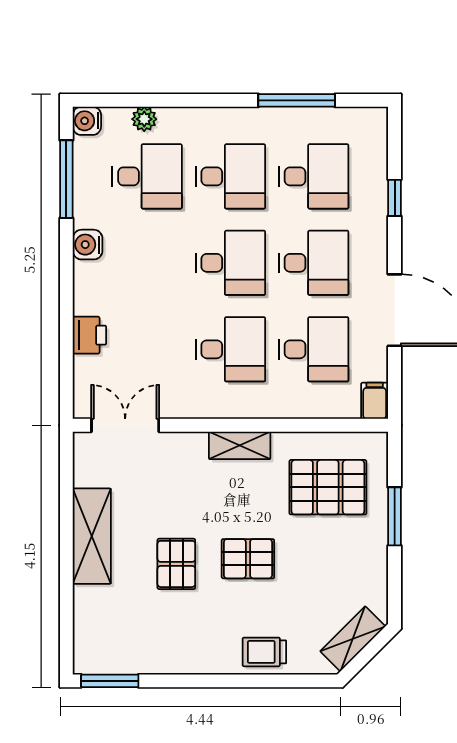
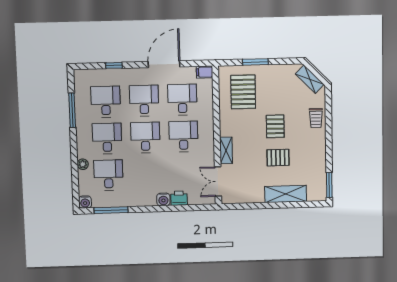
plant: (144, 119) -> (83, 164), moved
water cooler: (88, 245) -> (163, 199), moved
shelving: (240, 445) -> (226, 150), moved
shelving: (92, 536) -> (286, 194), moved

